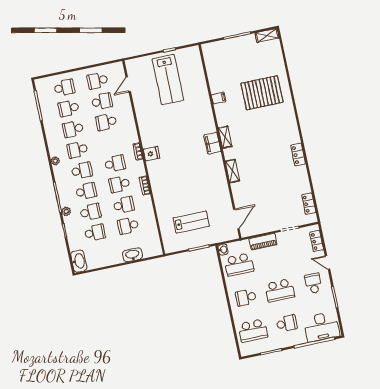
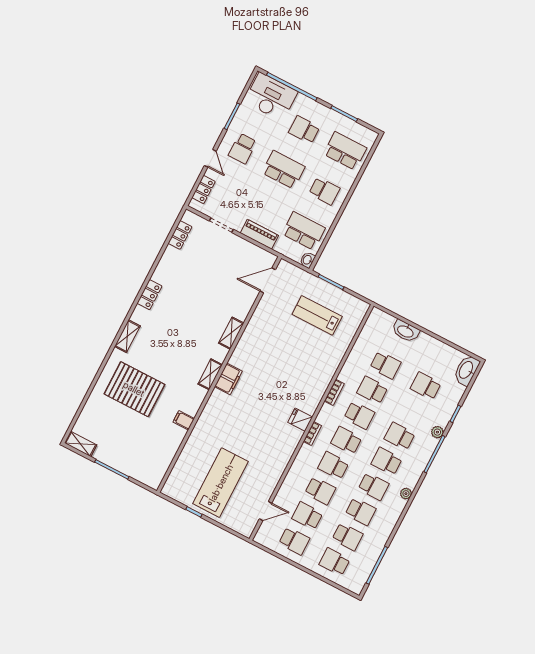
shelving: (291, 120) -> (127, 336), added
school desk: (90, 212) -> (333, 466), moved

